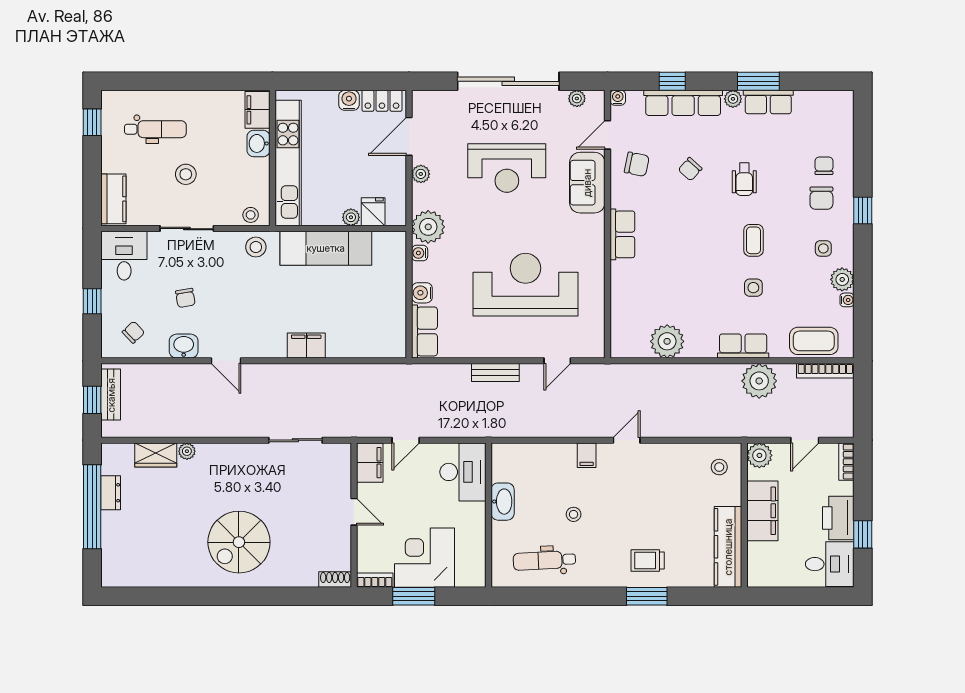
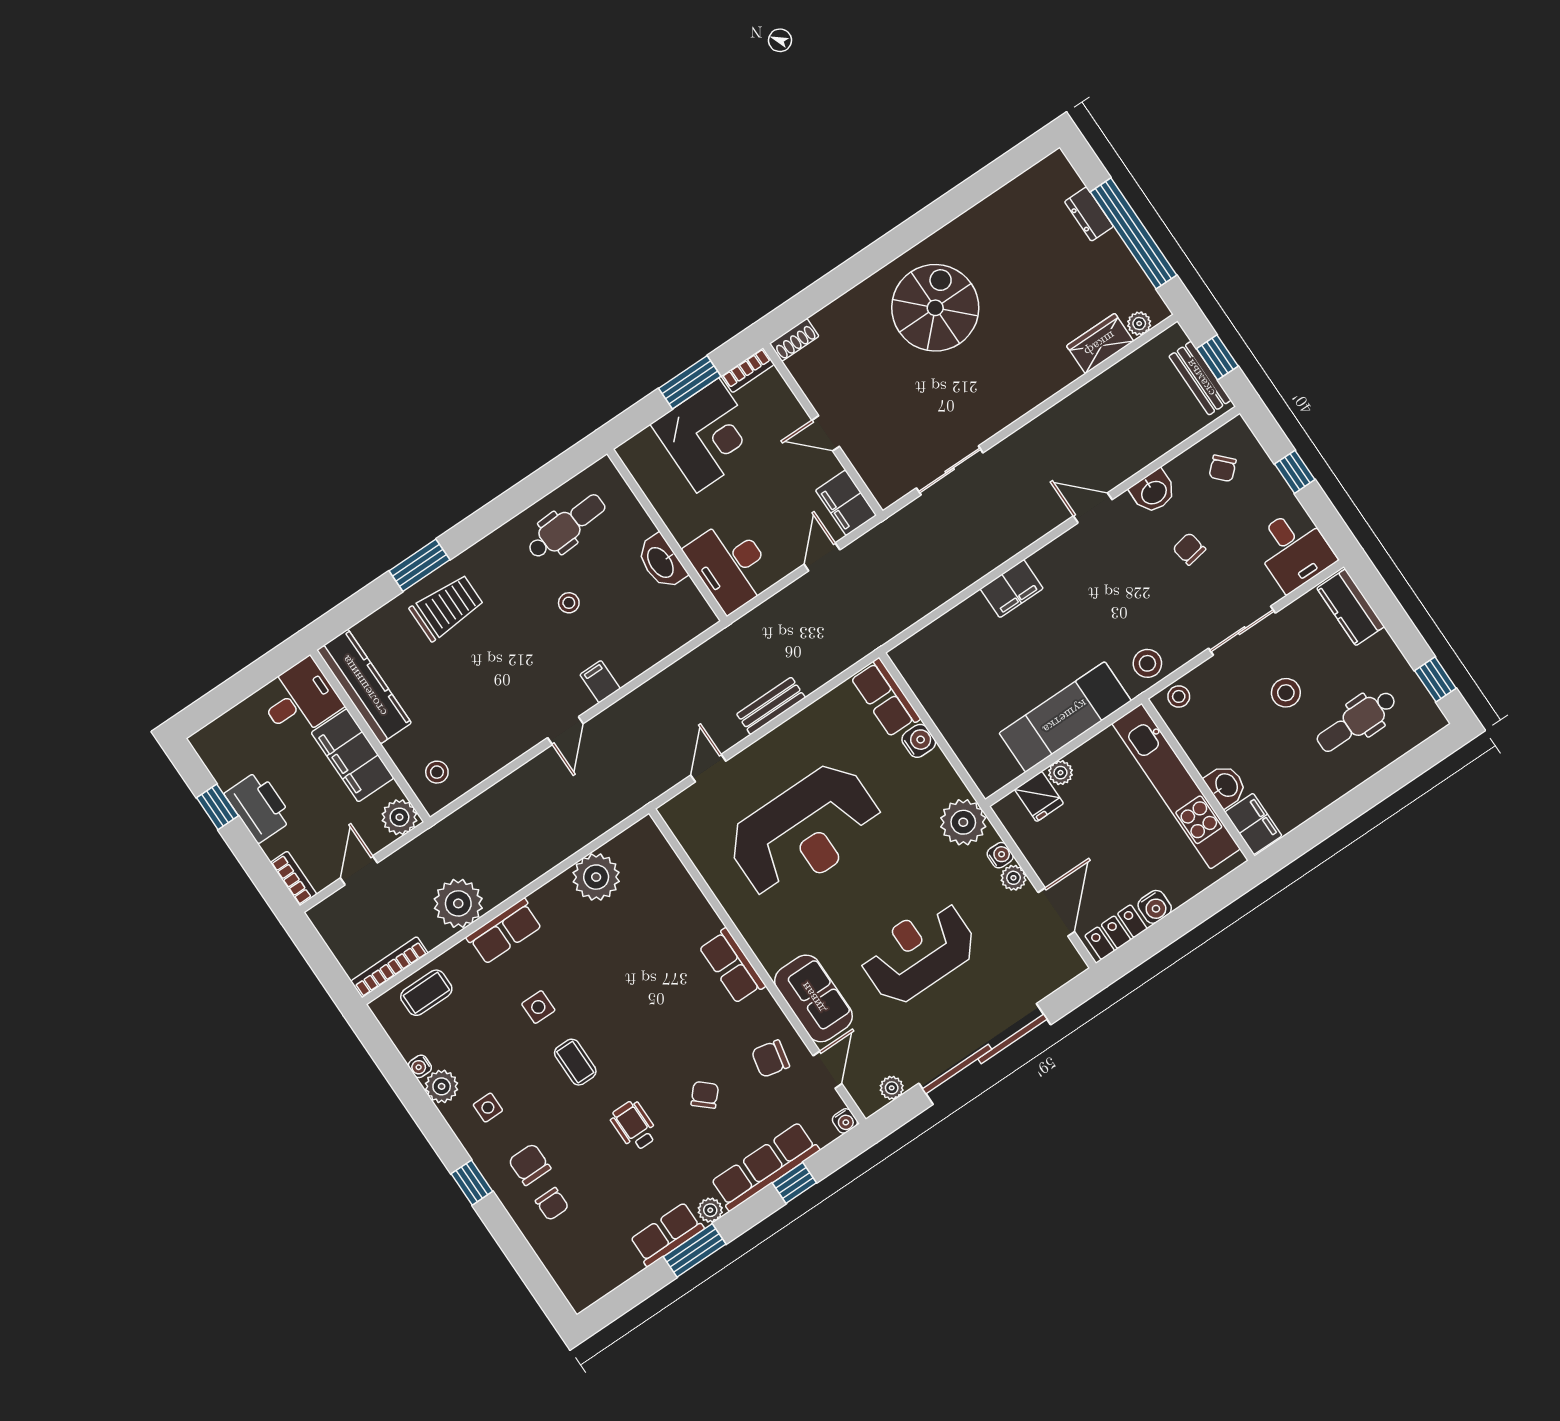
water cooler: (420, 253) -> (1000, 855), moved
coffee table: (814, 341) -> (426, 993), width x0.73, depth x0.77
plant: (187, 451) -> (1139, 323), moved
dresser: (111, 493) -> (1089, 214), moved
trolley: (648, 560) -> (447, 607), width x1.36, depth x1.39
desk: (830, 564) -> (300, 699), moved, turned 180

